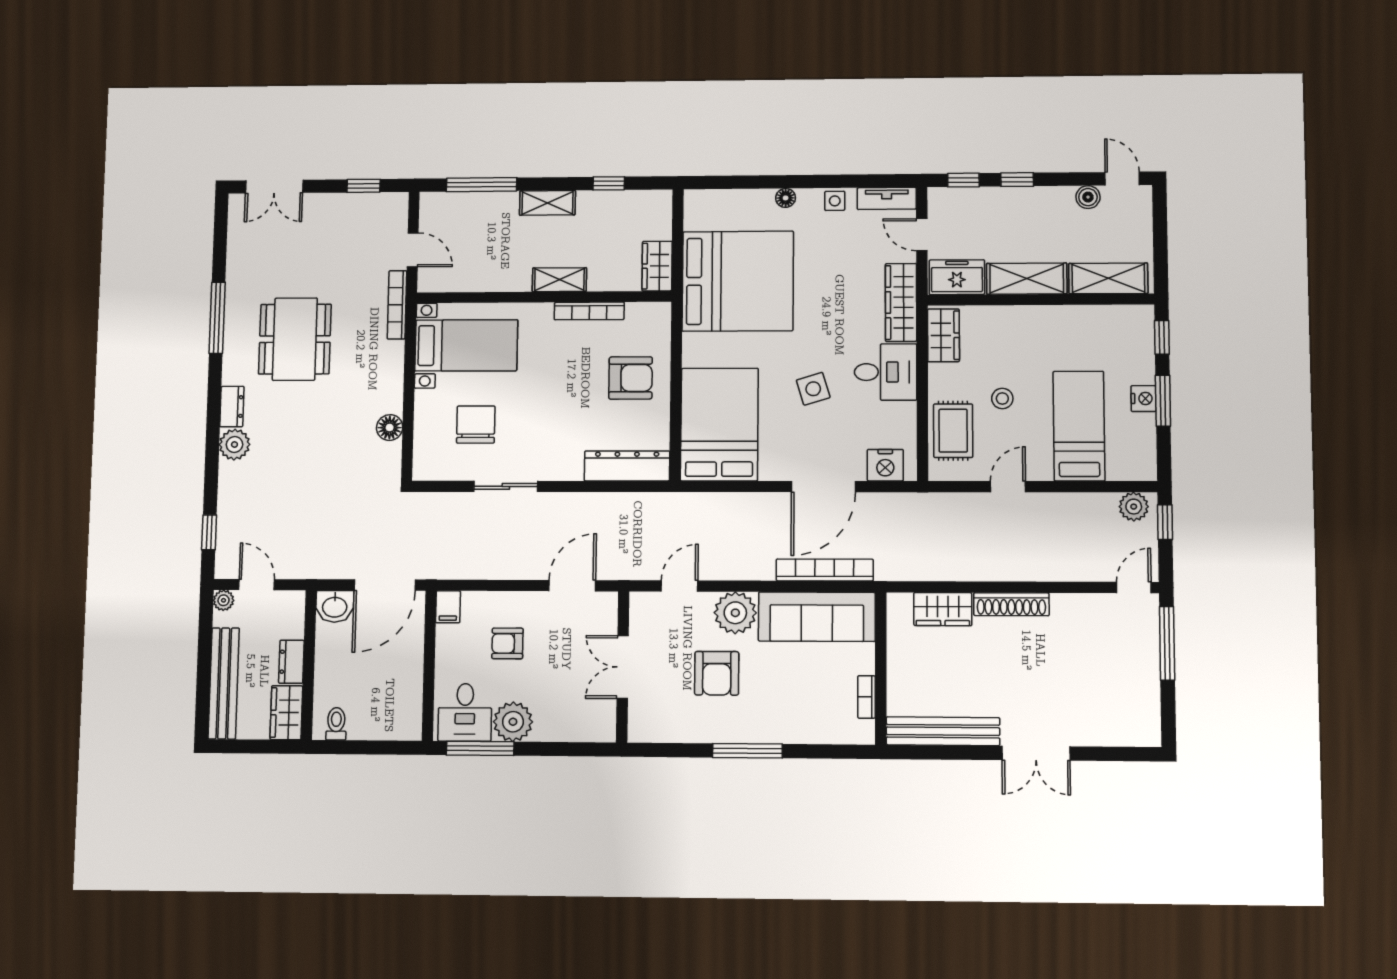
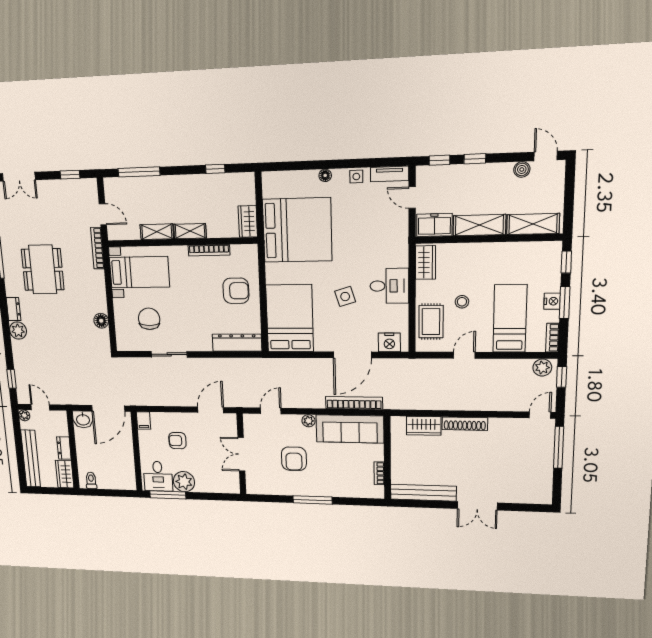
shelving: (547, 203) -> (157, 232), moved
wardrobe: (901, 302) -> (399, 242), removed
bookcase: (1147, 457) -> (552, 338), added
plant: (735, 613) -> (309, 421), width x0.53, depth x0.53

